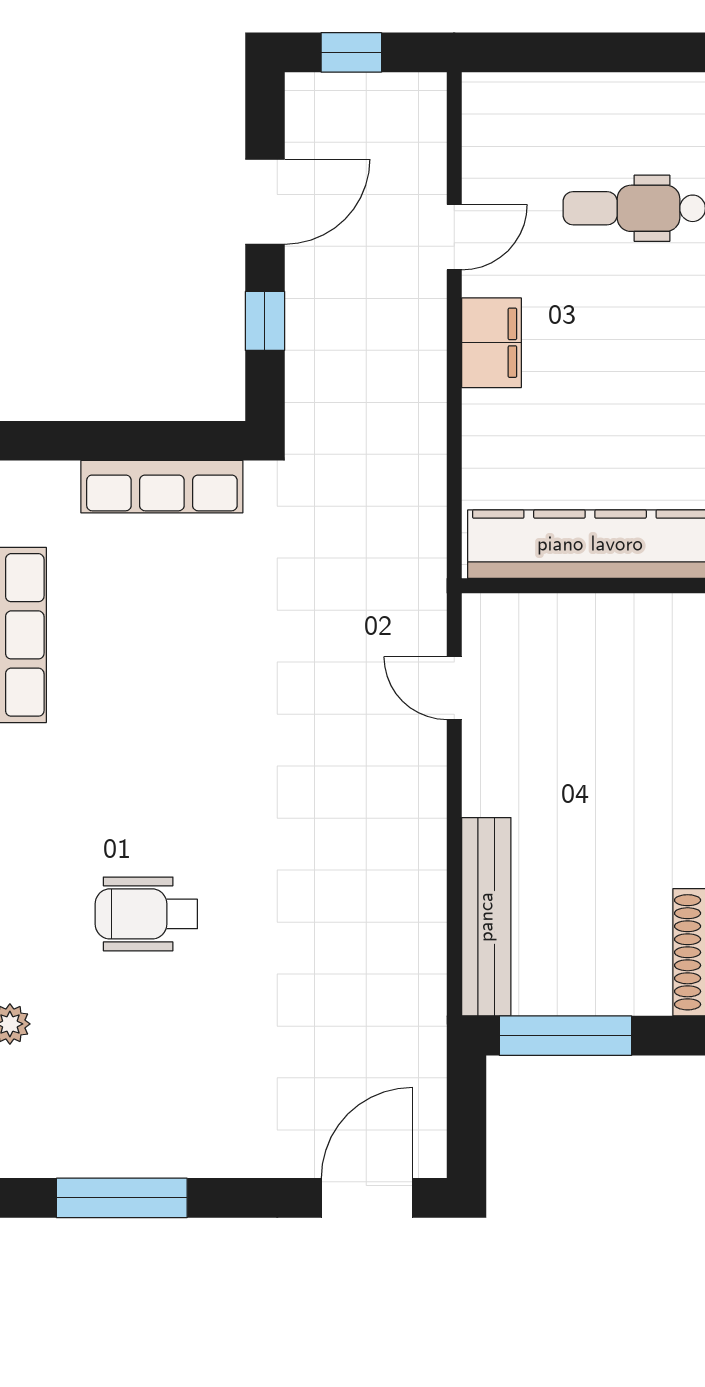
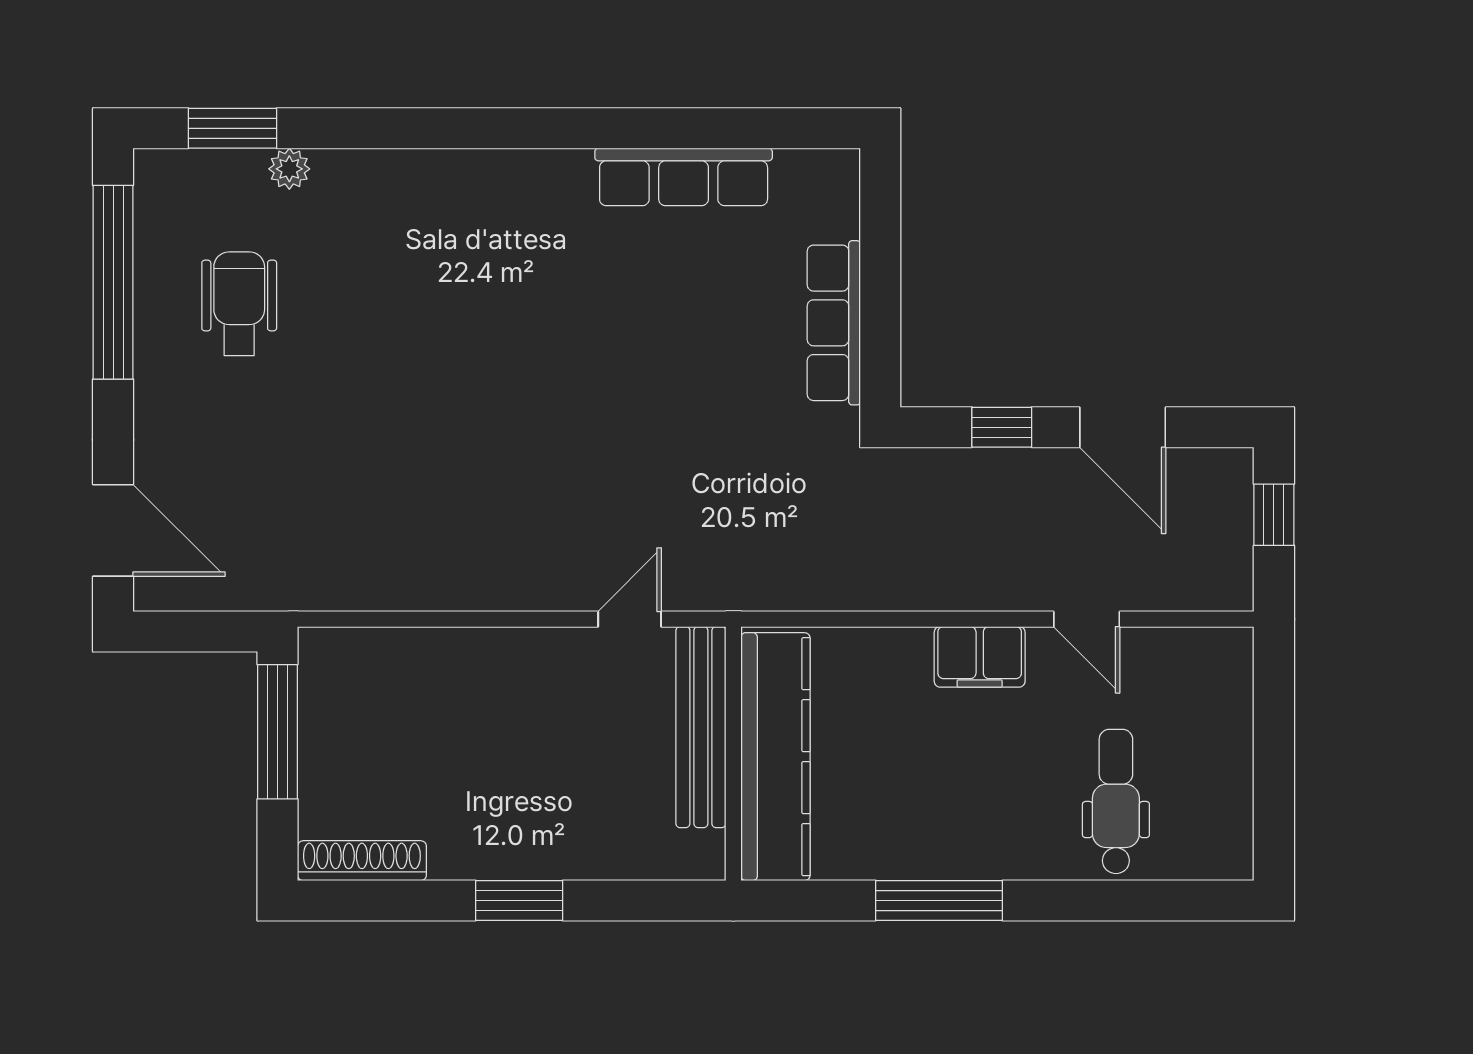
wheelchair: (146, 914) -> (239, 304), moved
bench: (486, 917) -> (701, 727), moved, turned 90
window: (122, 1198) -> (113, 282), width x1.46

